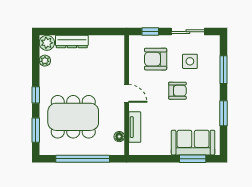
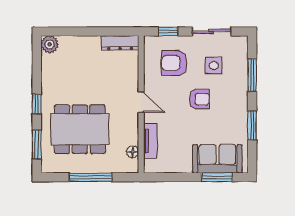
dresser: (72, 42) -> (120, 43), moved
plant: (45, 61) -> (47, 65), removed
window: (83, 159) -> (91, 177), width x0.68

